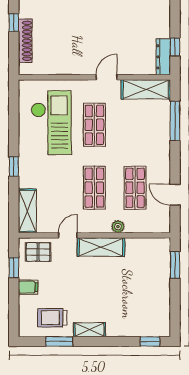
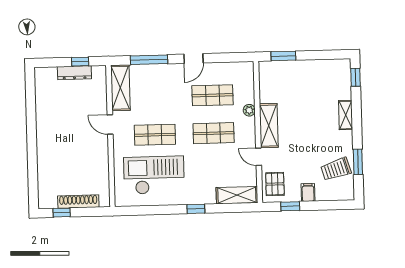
dresser: (163, 57) -> (74, 73), moved
door: (175, 195) -> (194, 58), moved
trolley: (52, 318) -> (336, 169), turned 73
shelving: (89, 330) -> (346, 115), moved

